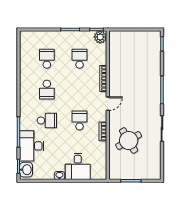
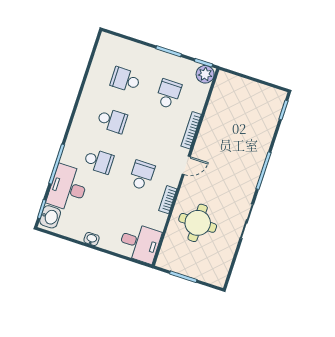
school desk: (47, 59) -> (125, 80), turned -90
school desk: (47, 90) -> (112, 120), turned -90
round table: (129, 141) -> (198, 223), turned 30
desk: (78, 166) -> (140, 243), moved, turned -90

